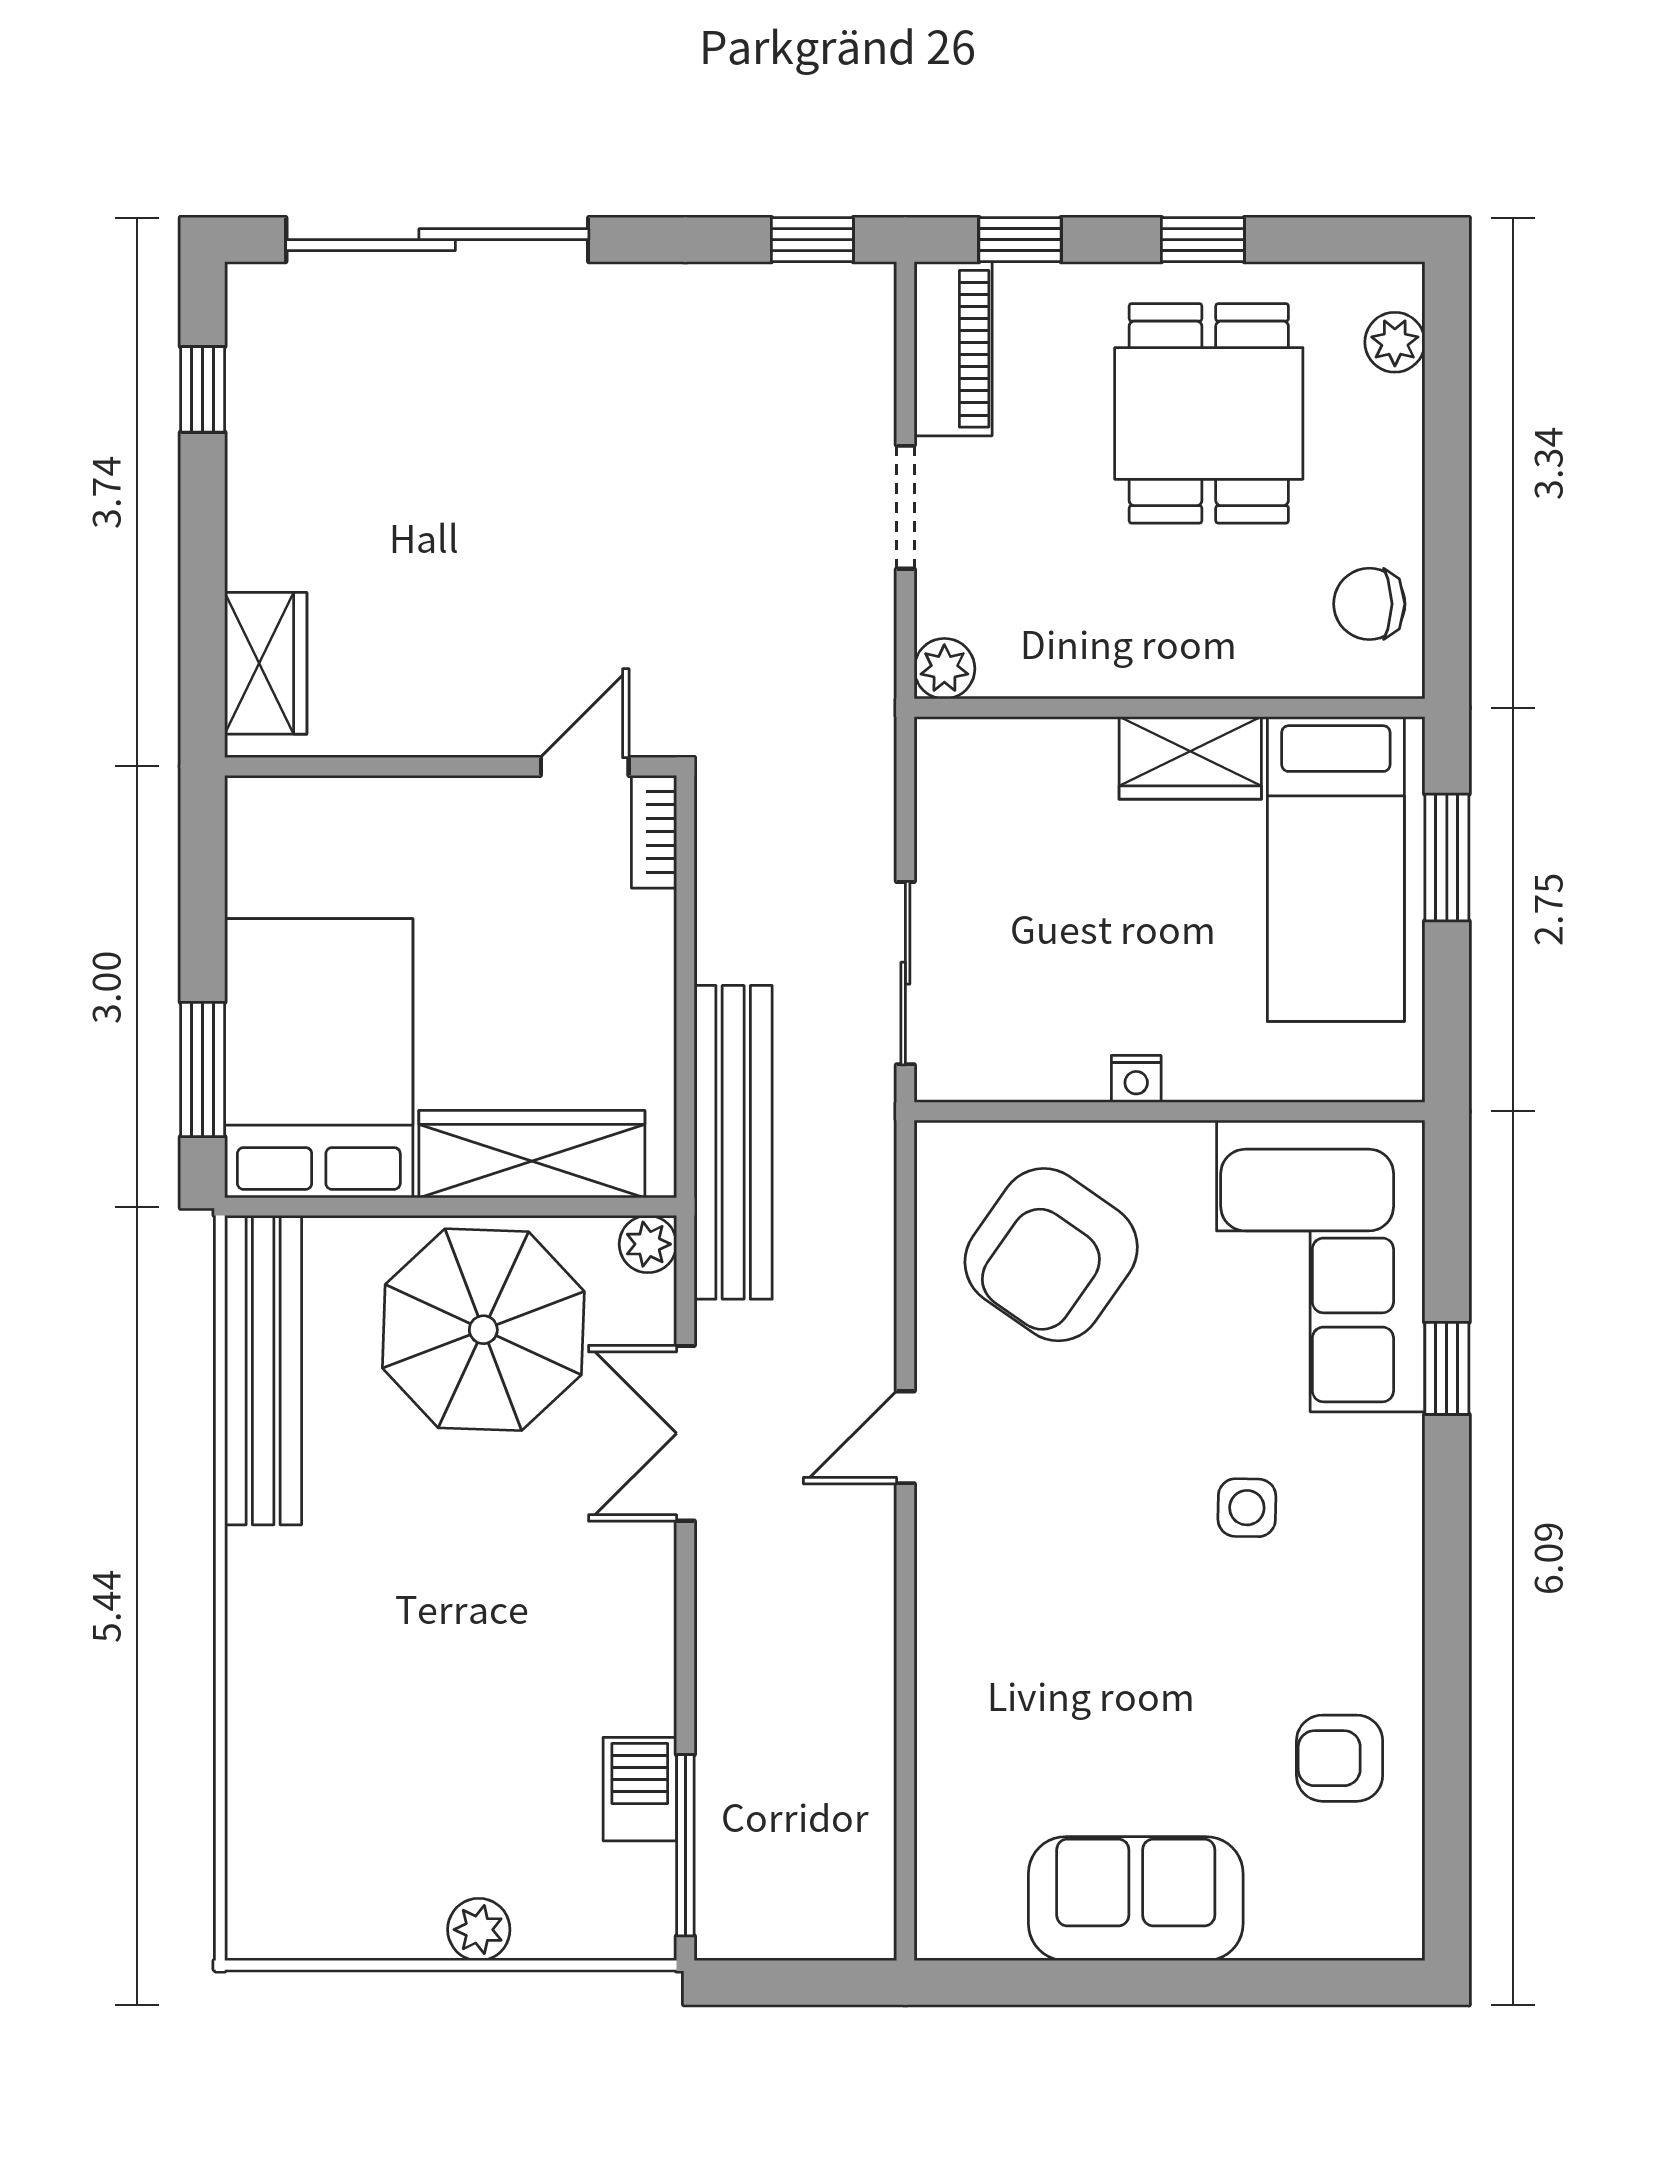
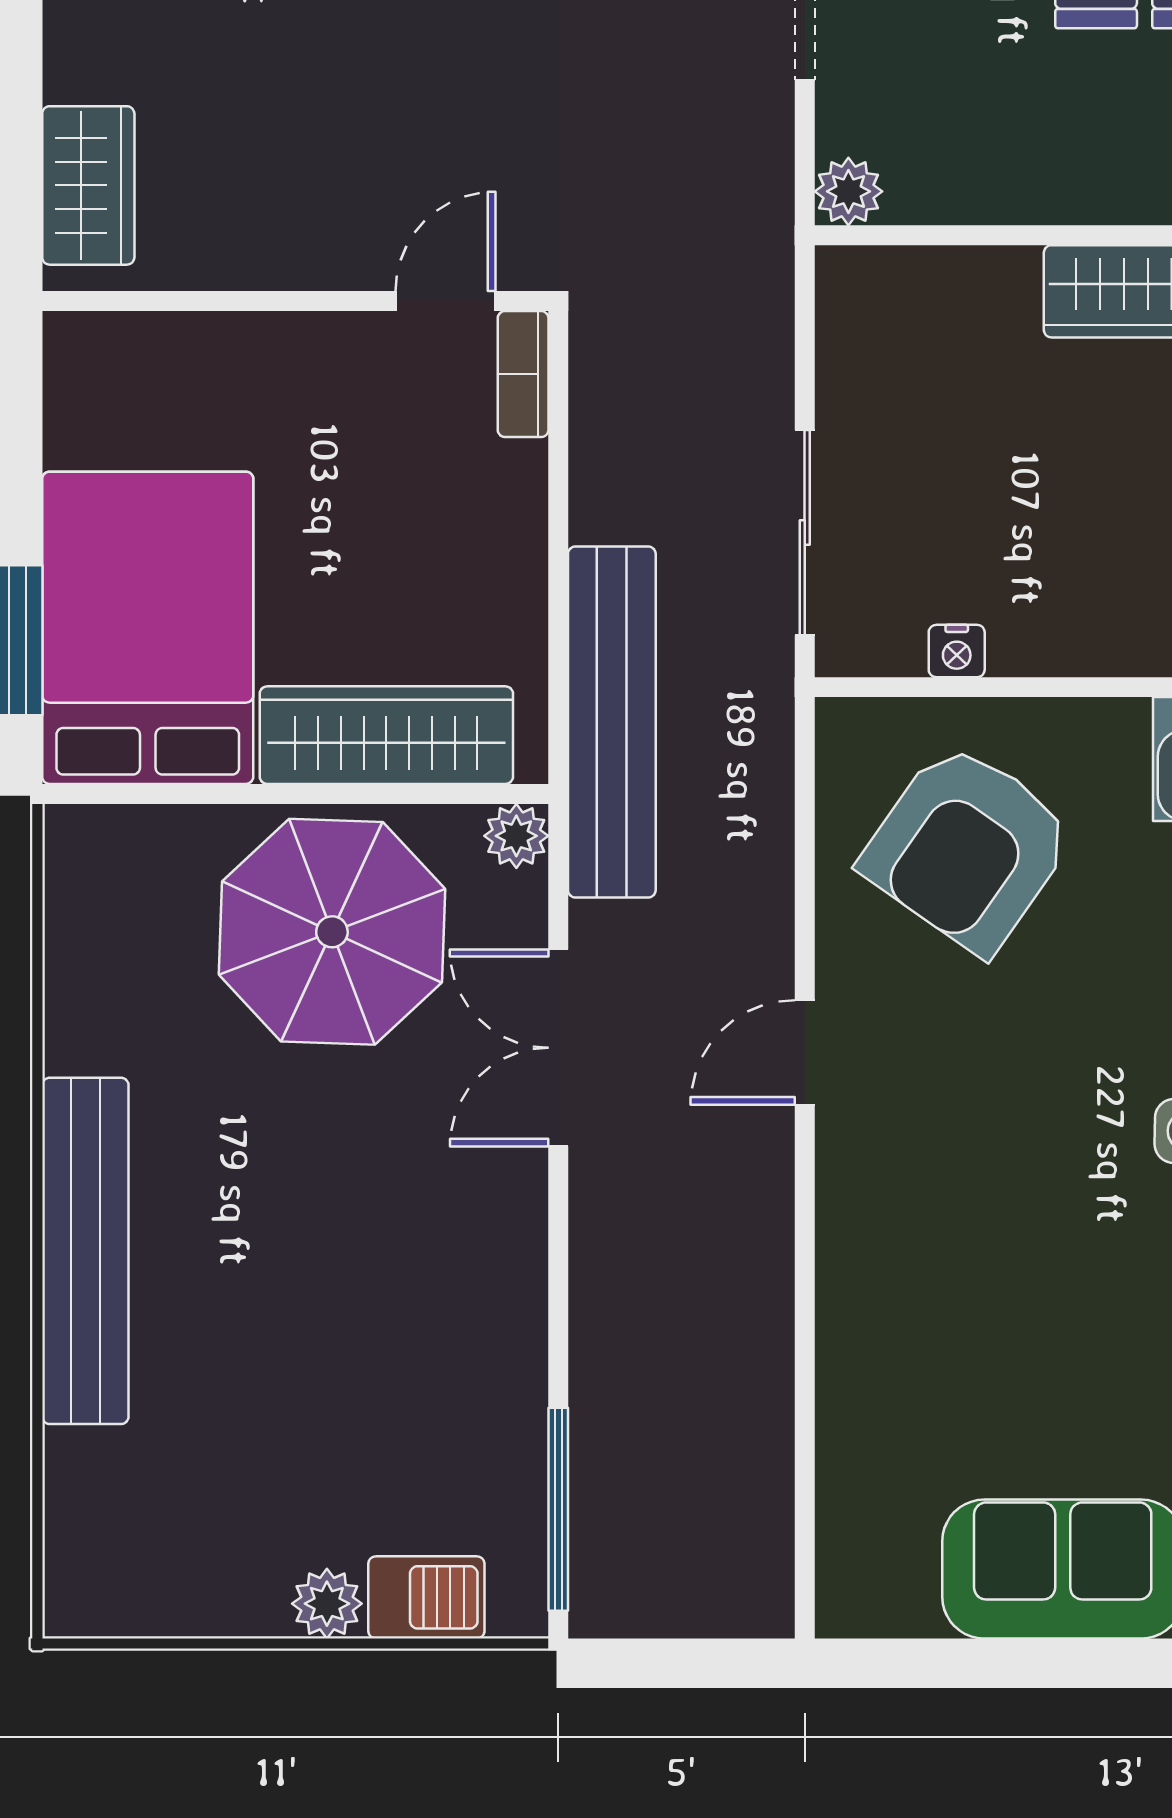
nightstand: (1136, 1079) -> (957, 651), moved
bench: (263, 1370) -> (85, 1251), moved
barbecue: (640, 1789) -> (426, 1597), moved, turned 90

